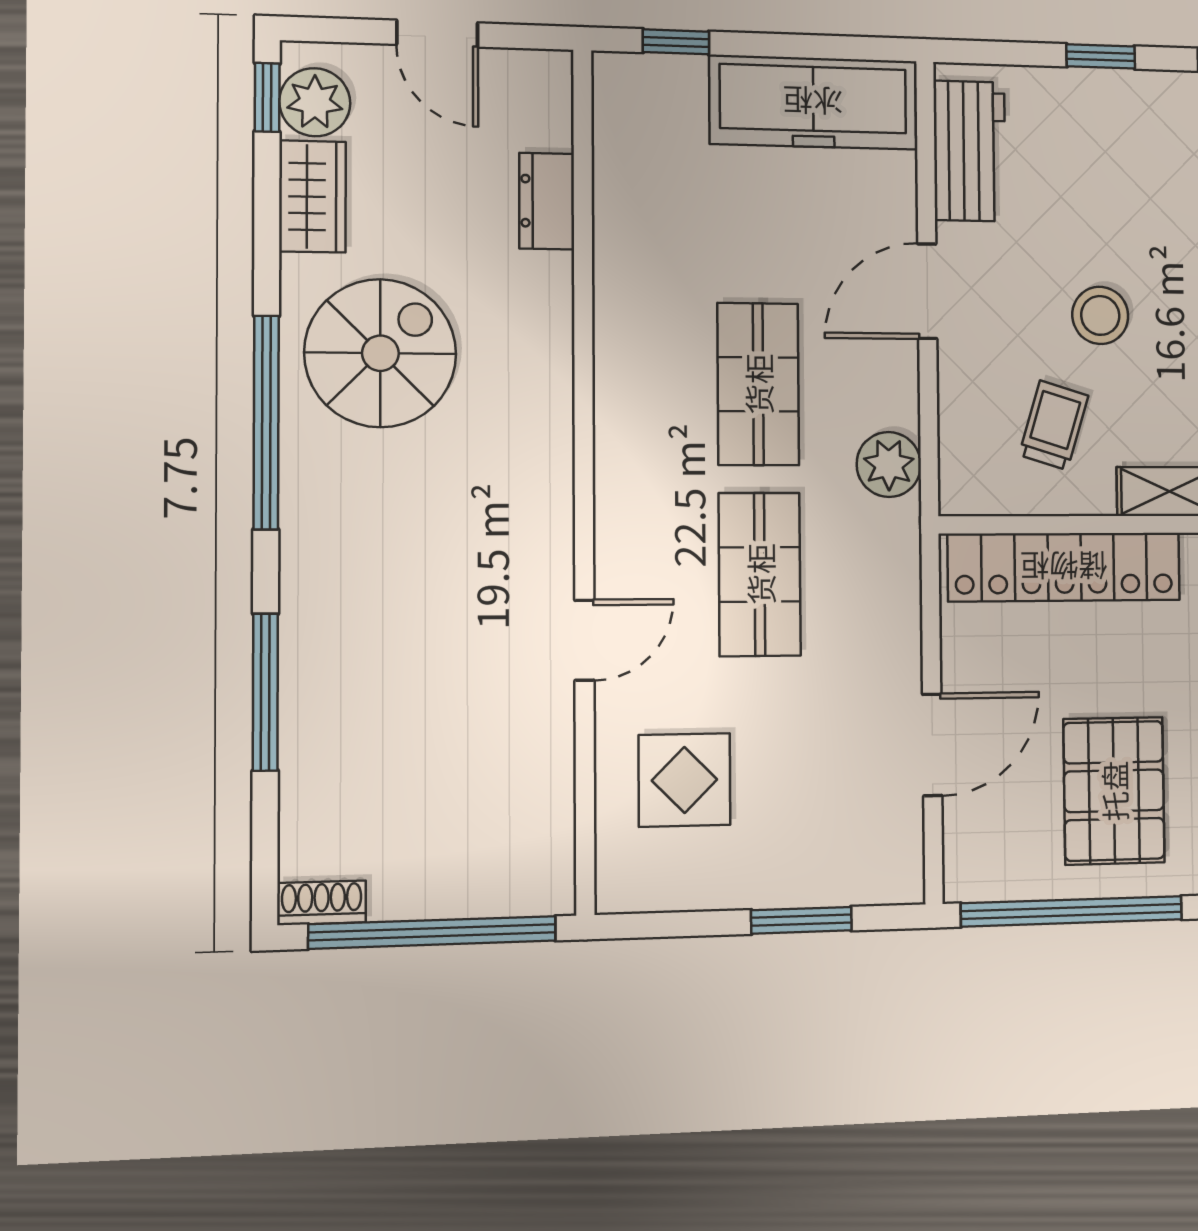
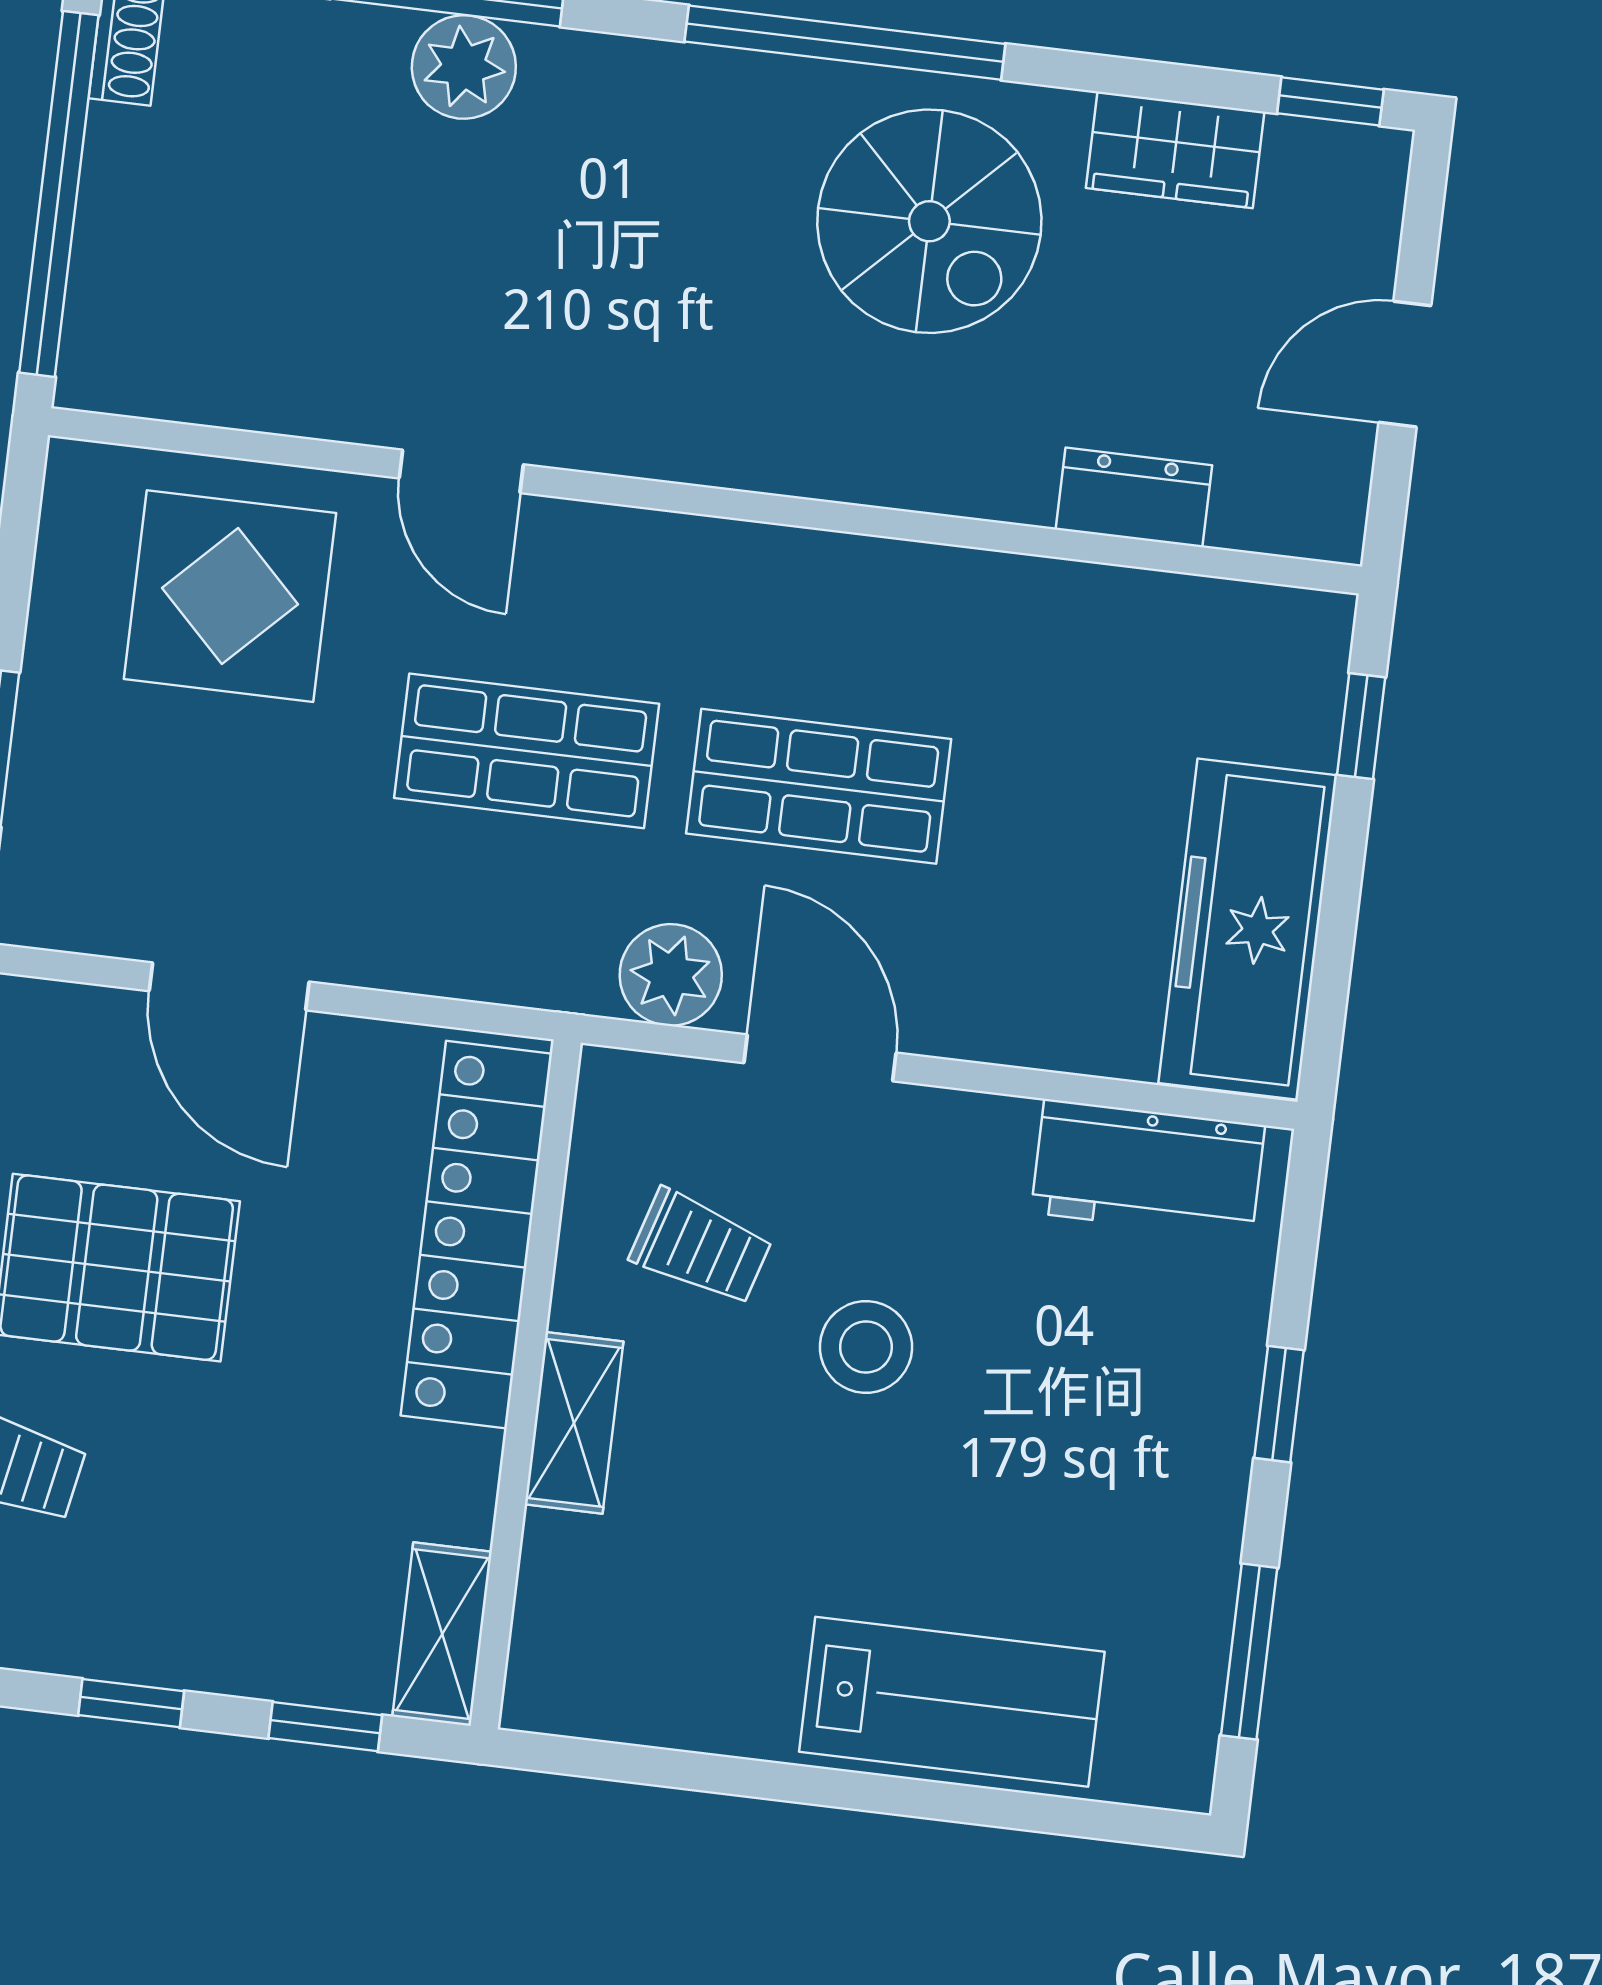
plant: (315, 102) -> (464, 67), moved
door: (927, 291) -> (820, 1058), moved
display table: (685, 780) -> (230, 596), width x1.36, depth x1.36

